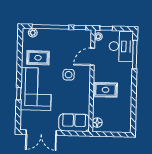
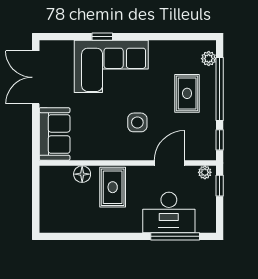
desk: (121, 46) -> (169, 212), moved
door: (92, 57) -> (170, 163), hinge flipped
rug: (38, 58) -> (187, 93), moved
floor lamp: (97, 123) -> (82, 174), moved

